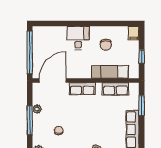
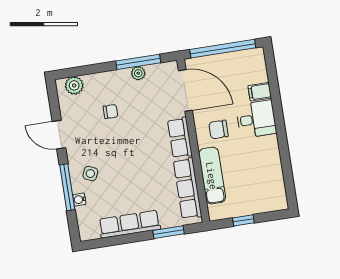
filing cabinet: (134, 33) -> (260, 92), moved
chair: (106, 45) -> (219, 129), moved
row of seats: (116, 89) -> (187, 188), width x1.48
window: (30, 120) -> (138, 62), moved

